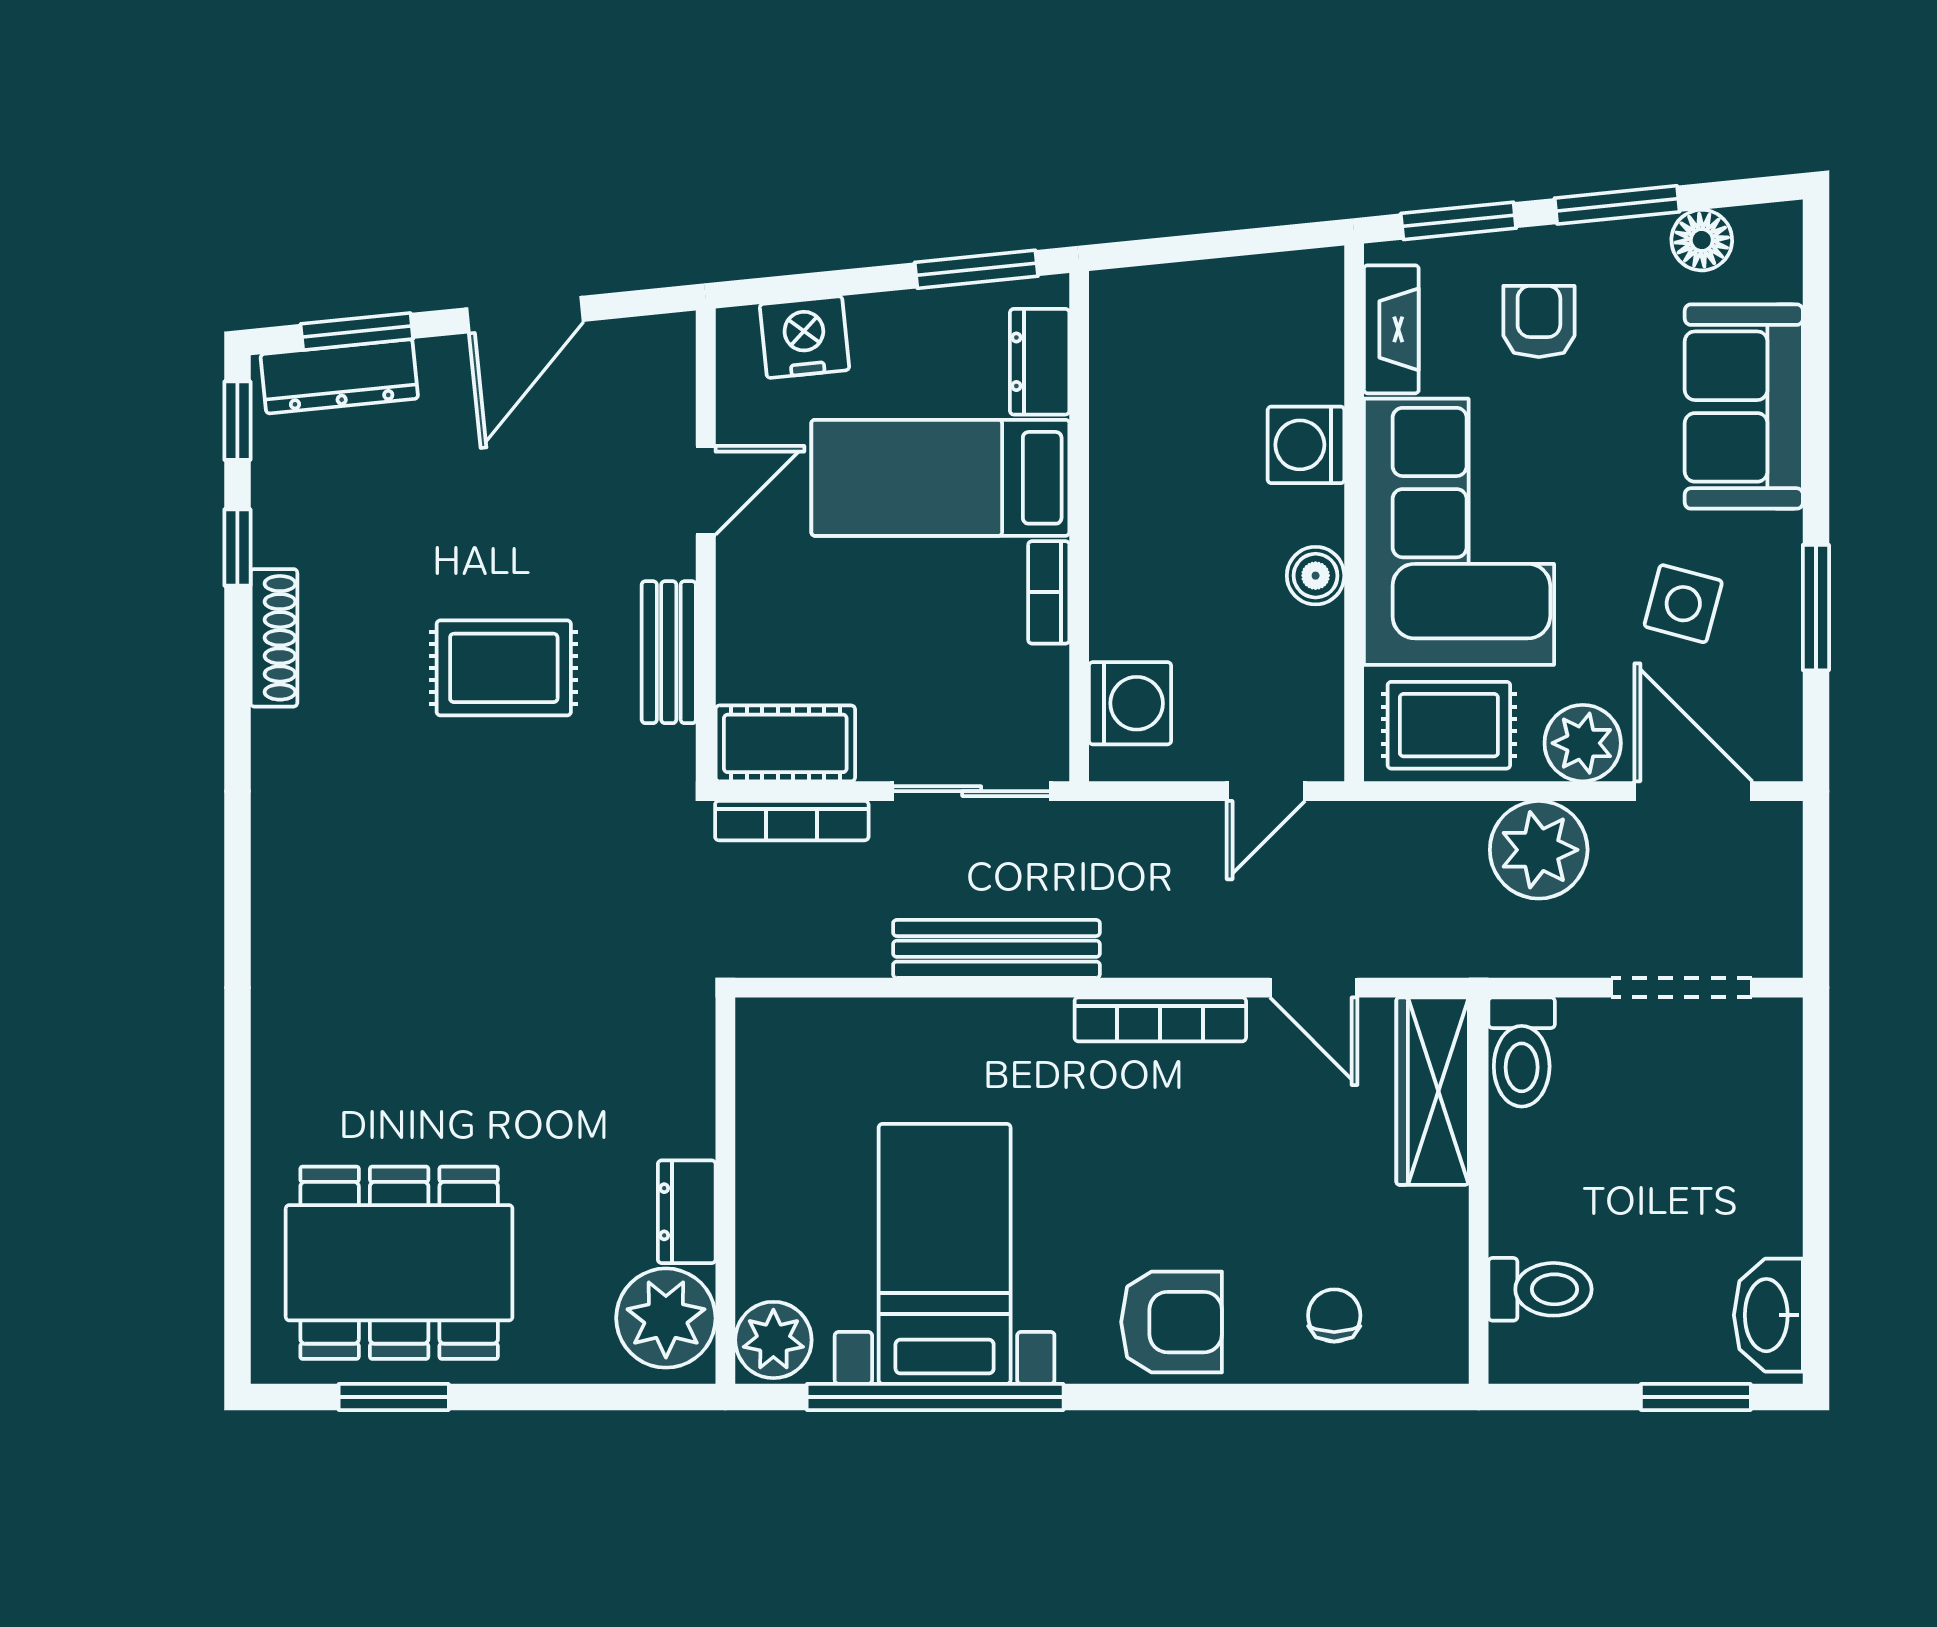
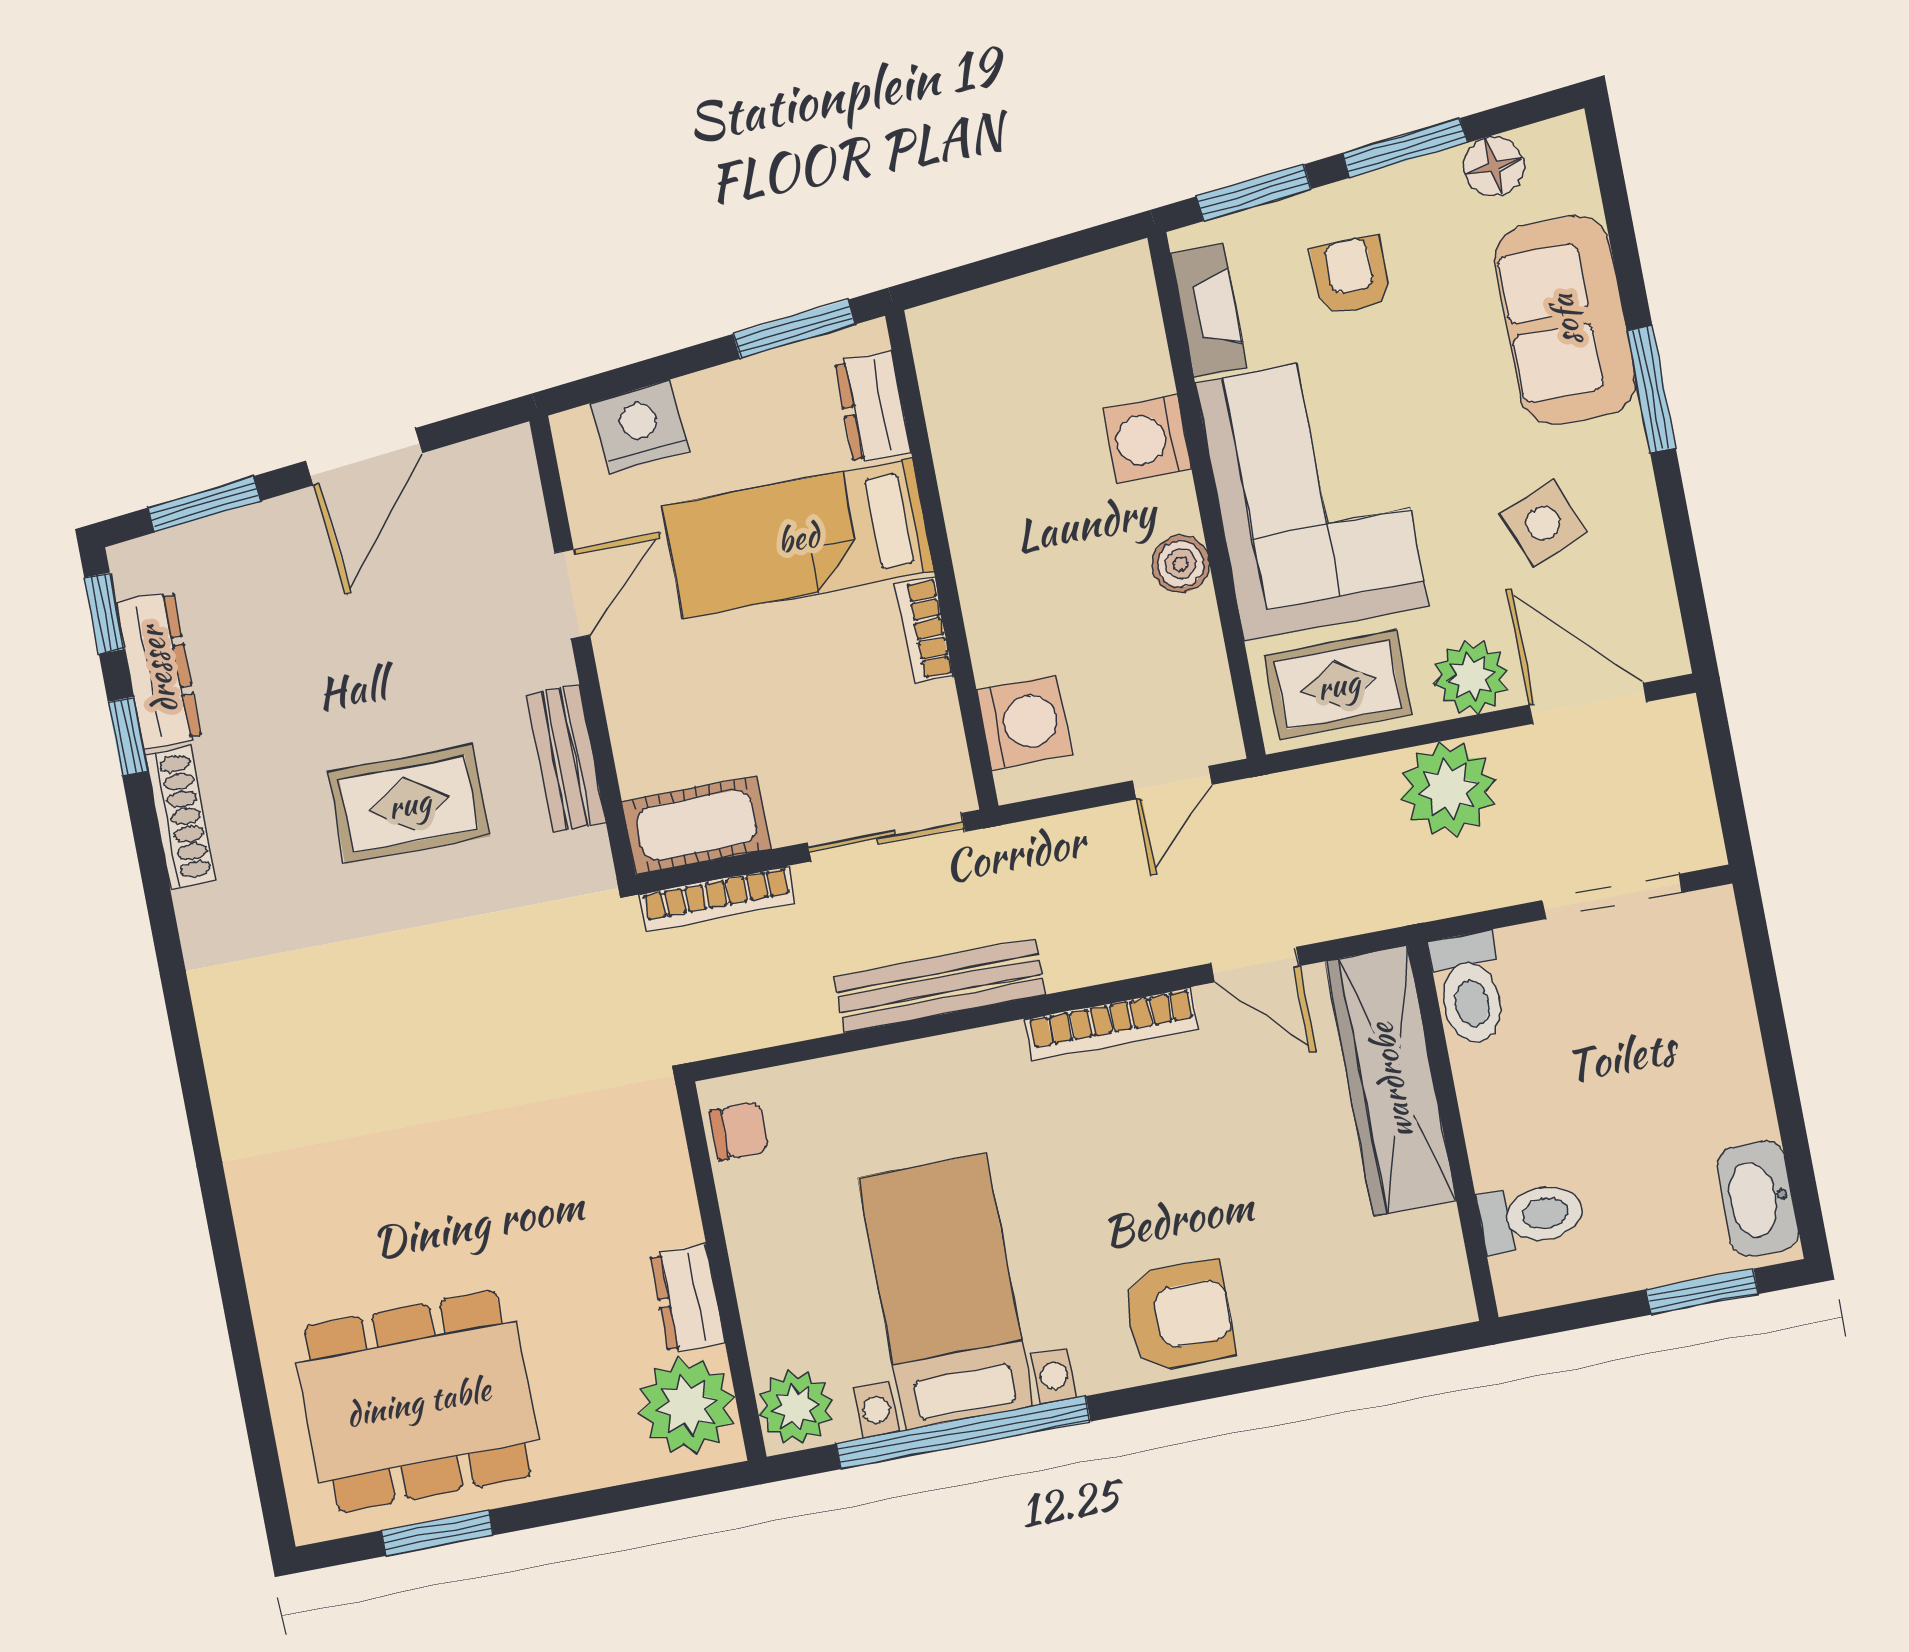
dresser: (339, 376) -> (158, 670), moved, turned -84
side table: (1683, 604) -> (1543, 523), turned -36
window: (1816, 608) -> (1651, 389), moved
wardrobe: (1433, 1091) -> (1391, 1081), width x1.40, depth x1.17
chair: (1334, 1315) -> (739, 1131), moved, turned 90

